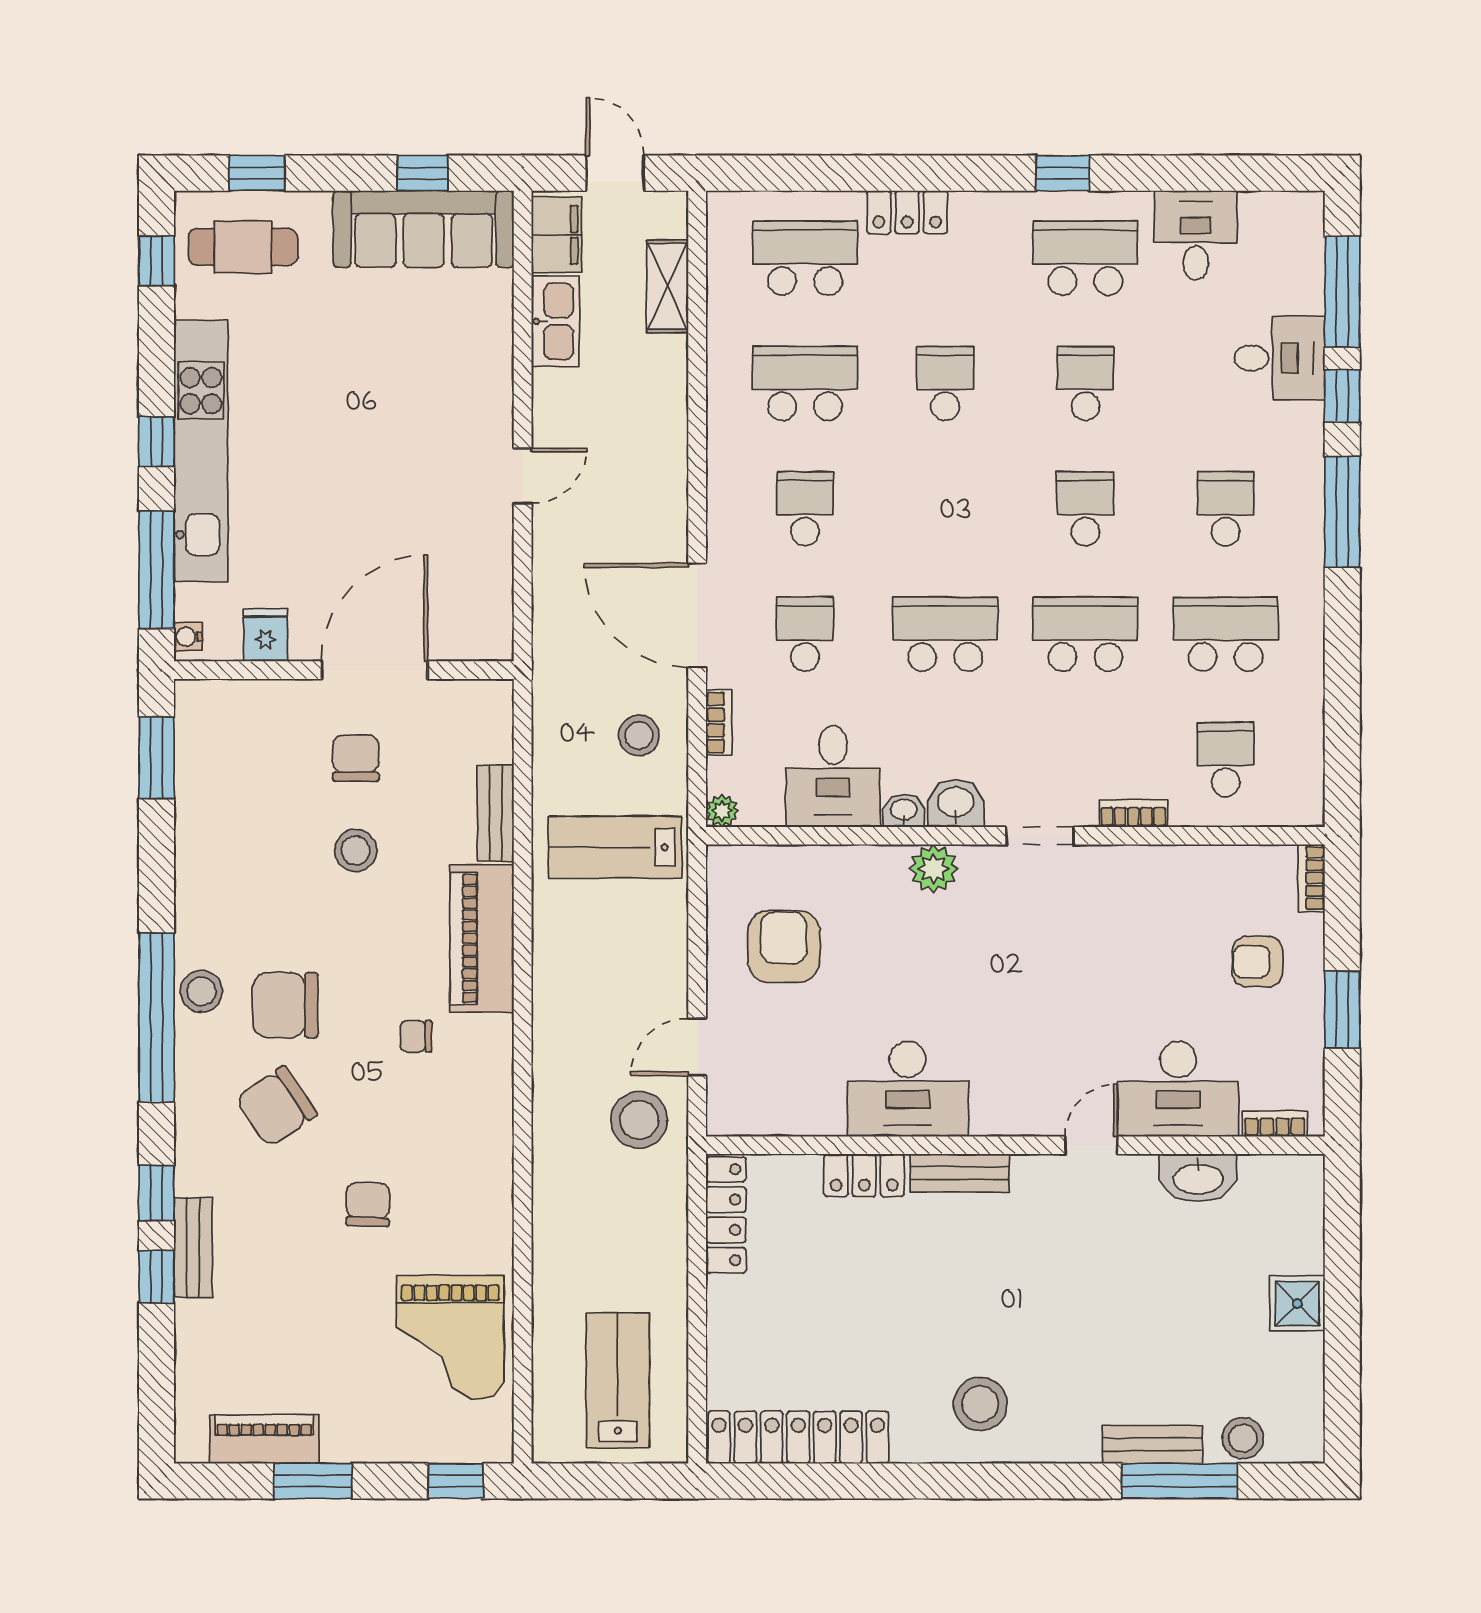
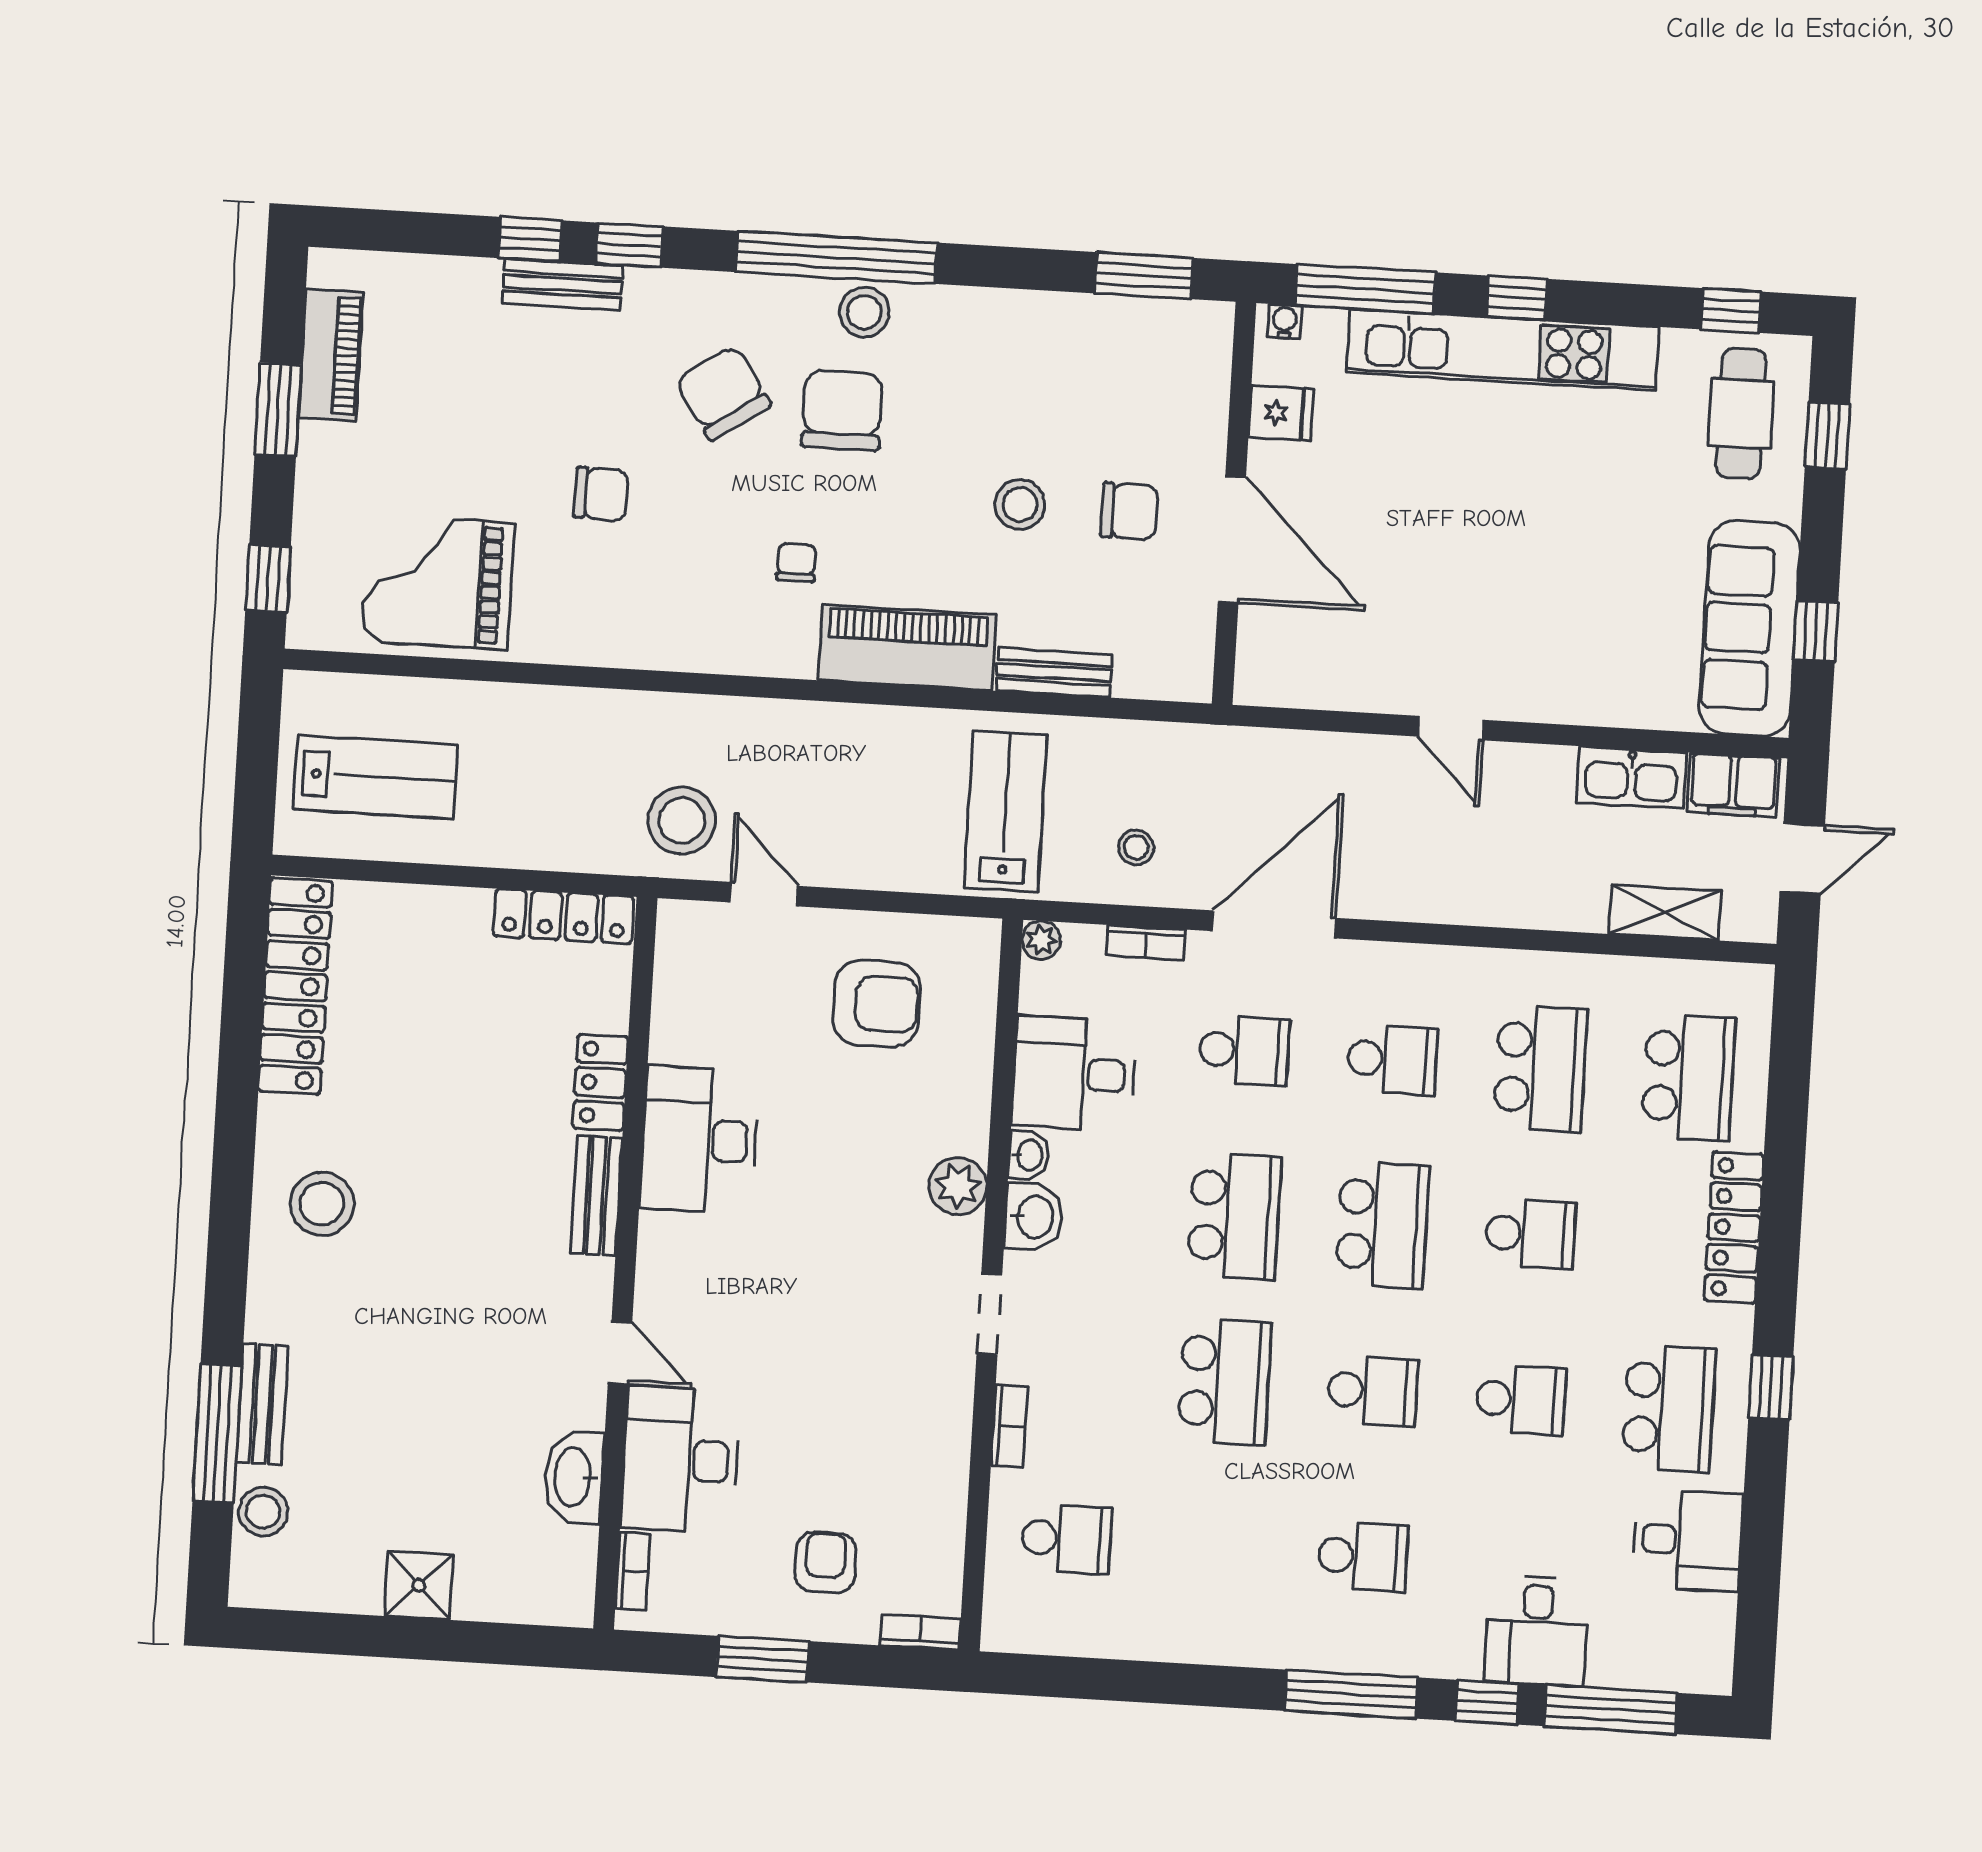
locker: (907, 212) -> (1734, 1228), width x1.53
school desk: (1226, 634) -> (1382, 1225), moved
stool: (639, 735) -> (1136, 847), width x0.73, depth x0.73

